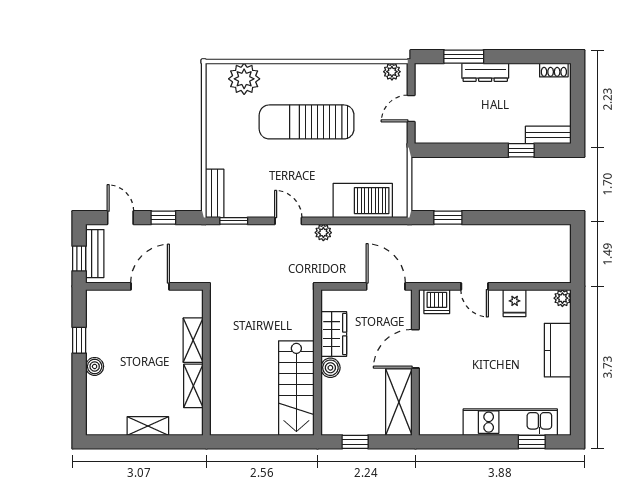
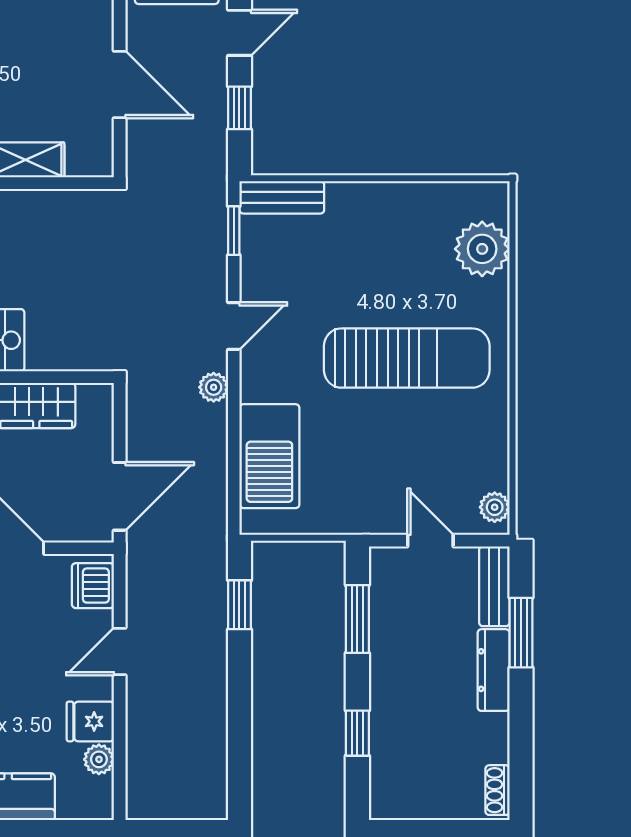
sun lounger: (307, 122) -> (407, 358), turned 90
bench: (548, 135) -> (494, 586), moved
window: (456, 150) -> (357, 619), added
plant: (562, 298) -> (99, 759), moved

